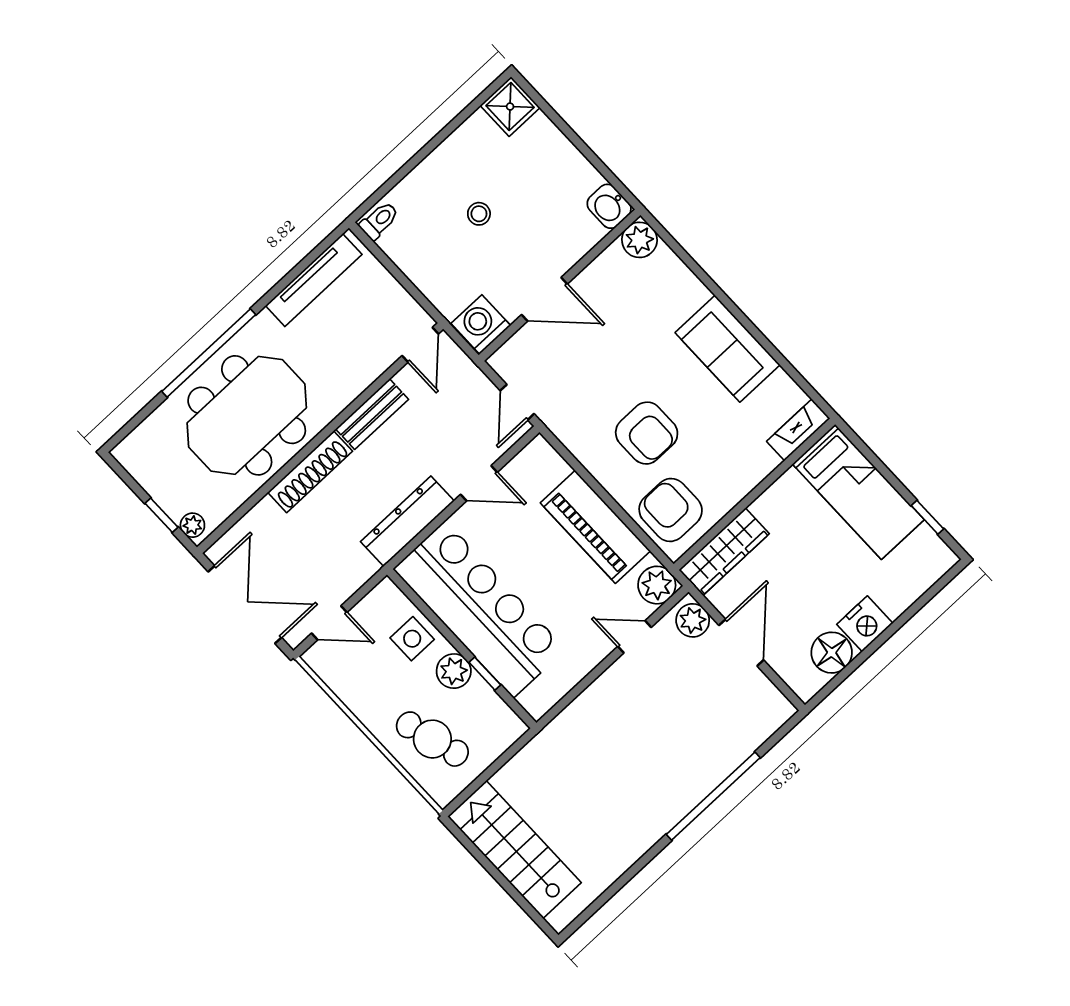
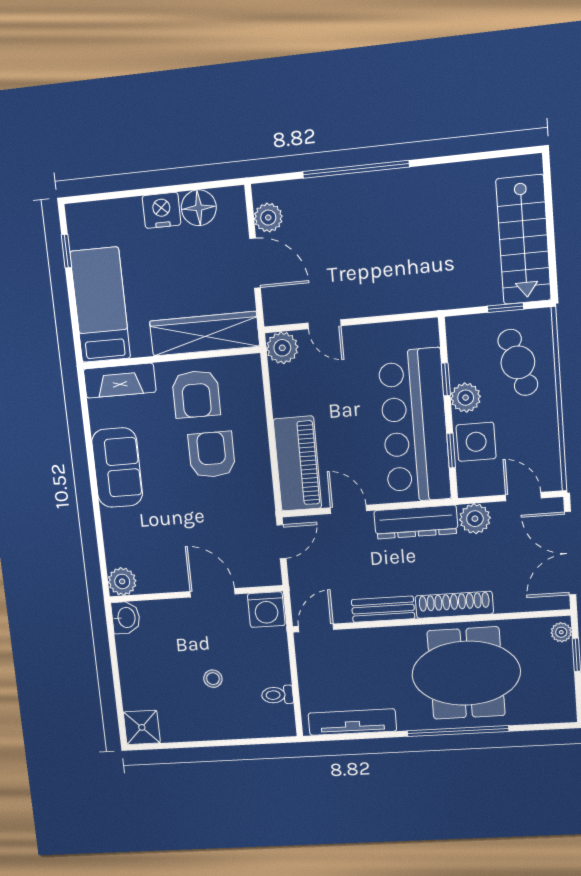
toilet: (379, 221) -> (277, 695), moved
fireplace: (798, 430) -> (120, 381), width x1.37, depth x1.32
armchair: (671, 510) -> (196, 394), moved
piano: (595, 527) -> (297, 464), moved
wardrobe: (724, 552) -> (204, 334), width x1.40, depth x1.17
plant: (356, 568) -> (475, 519), added
window: (428, 613) -> (451, 450), added
plant: (693, 620) -> (268, 218), moved
side table: (412, 639) -> (476, 442), width x1.37, depth x1.37
door: (741, 643) -> (255, 263), swing flipped
window: (483, 778) -> (505, 308), added

